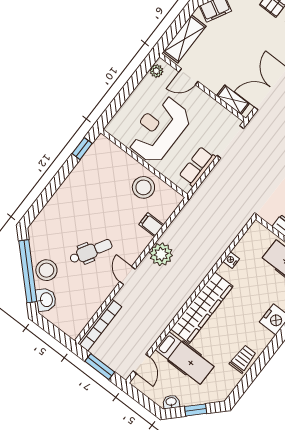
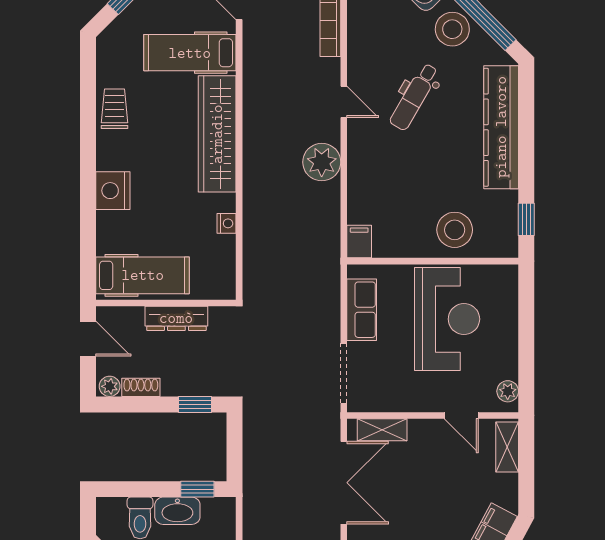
shelving: (185, 39) -> (507, 447), width x0.67, depth x0.75
door: (188, 77) -> (461, 415), swing flipped
stool: (143, 187) -> (455, 230), moved
kitchen counter: (60, 203) -> (501, 127), added
filing cabinet: (151, 225) -> (359, 242), moved, turned -90
trolley: (243, 359) -> (114, 109), turned 180

